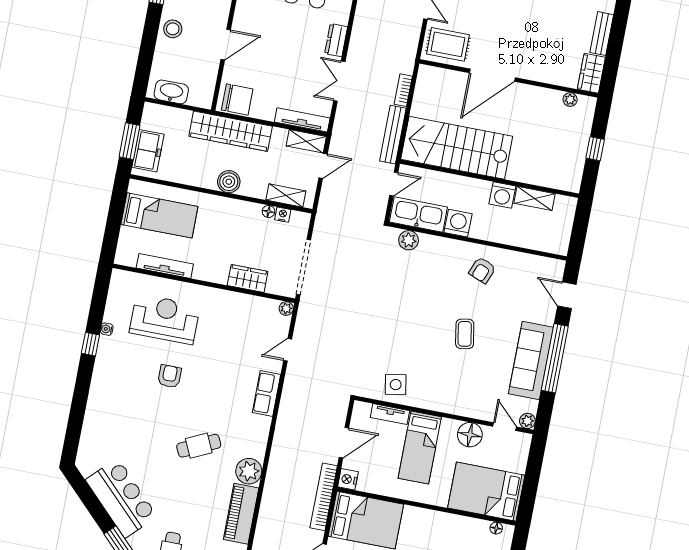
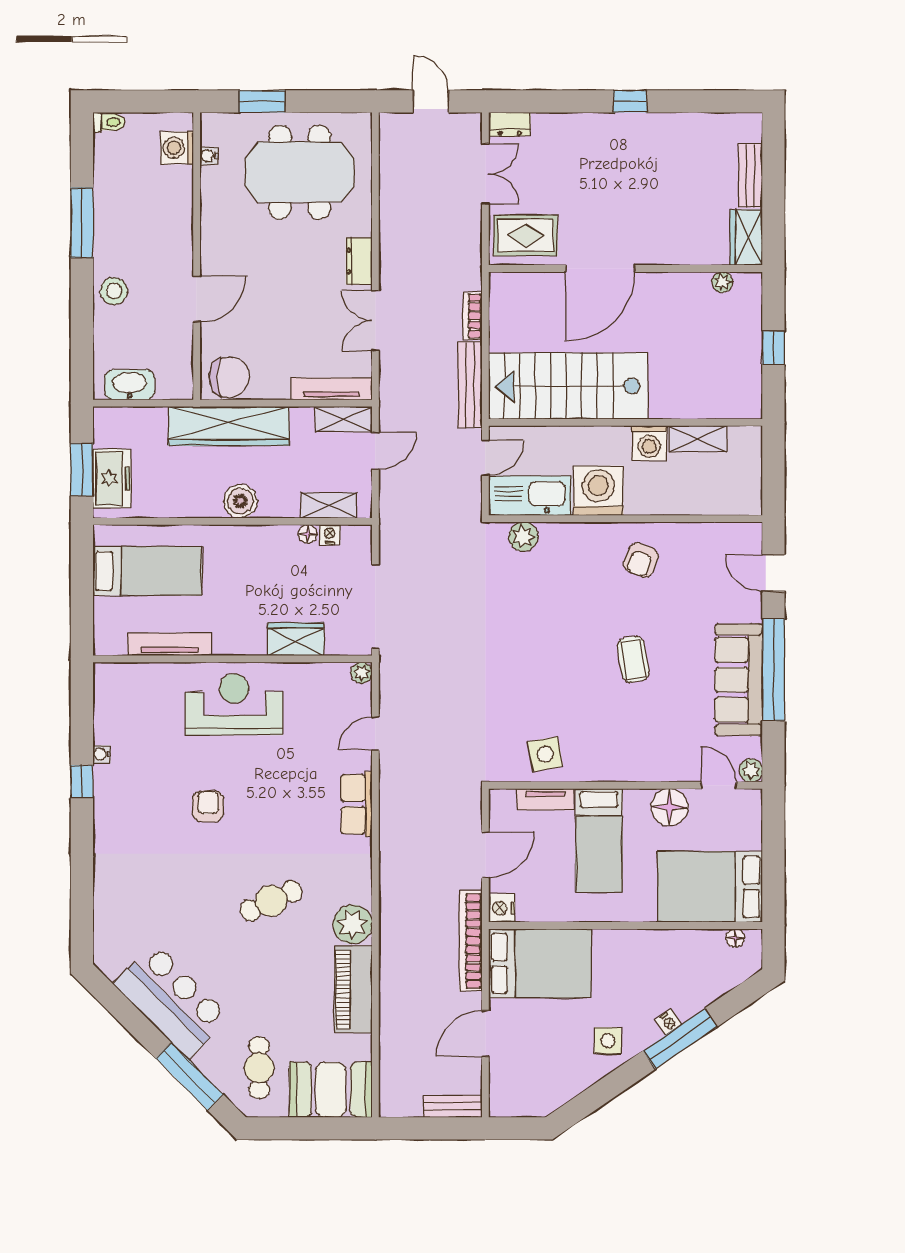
washing machine: (458, 223) -> (598, 491), width x1.37, depth x1.37
reception desk: (165, 319) -> (234, 704), moved

